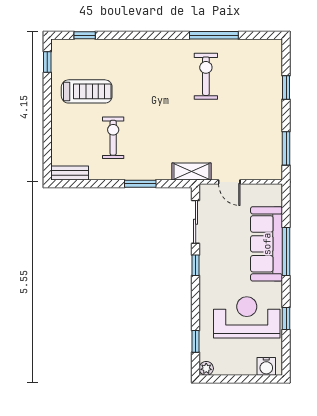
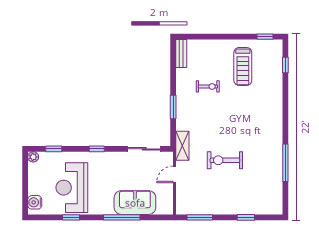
exercise bike: (206, 76) -> (225, 160), moved, turned 180
exercise bike: (113, 138) -> (208, 86), width x0.73, depth x0.72
sofa: (267, 244) -> (135, 203), width x0.73
window: (196, 265) -> (97, 149), moved
reception desk: (247, 317) -> (72, 188), turned 180

